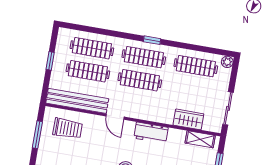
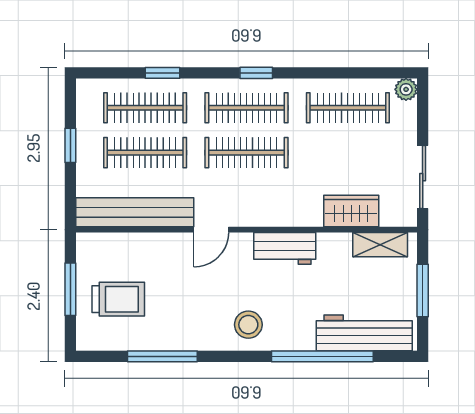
window: (104, 32) -> (163, 73), added
door: (115, 117) -> (211, 230), hinge flipped
trolley: (68, 128) -> (118, 299), moved

